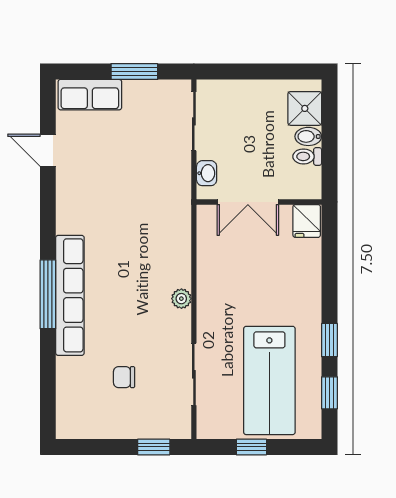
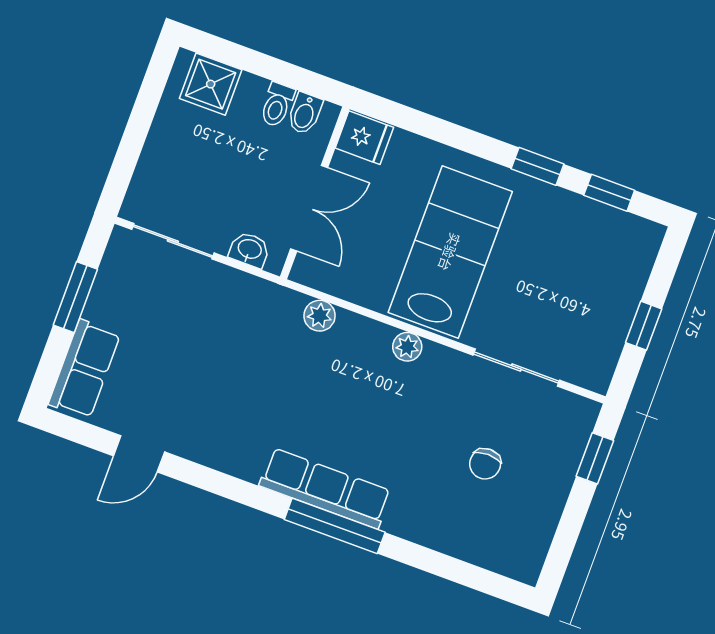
bidet: (308, 136) -> (305, 113), moved
plant: (181, 234) -> (320, 316), added
row of seats: (70, 295) -> (325, 488), width x0.73
lab bench: (269, 380) -> (450, 252), moved, turned -90

